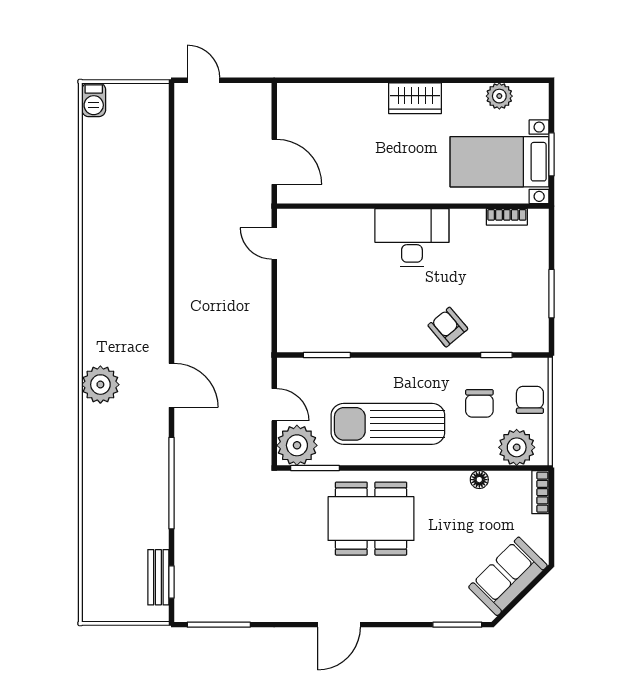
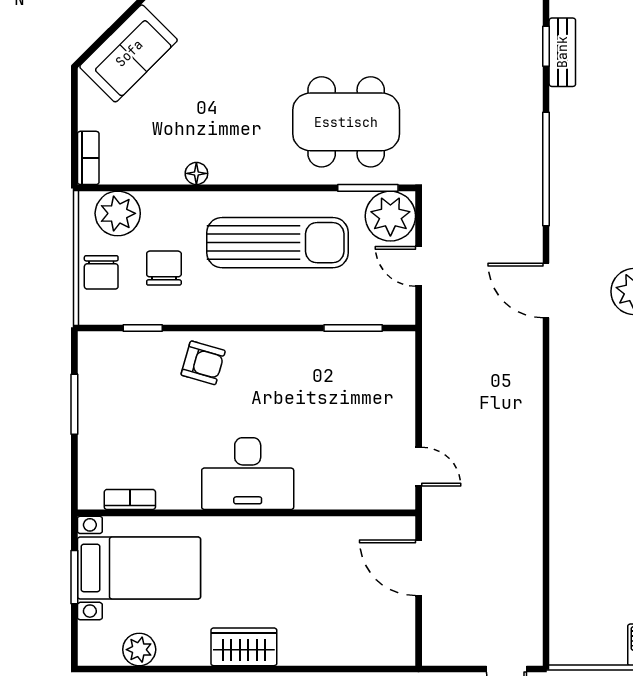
armchair: (448, 327) -> (203, 363), turned -34
floor lamp: (479, 480) -> (196, 173), moved
dining table: (371, 519) -> (346, 122), moved

